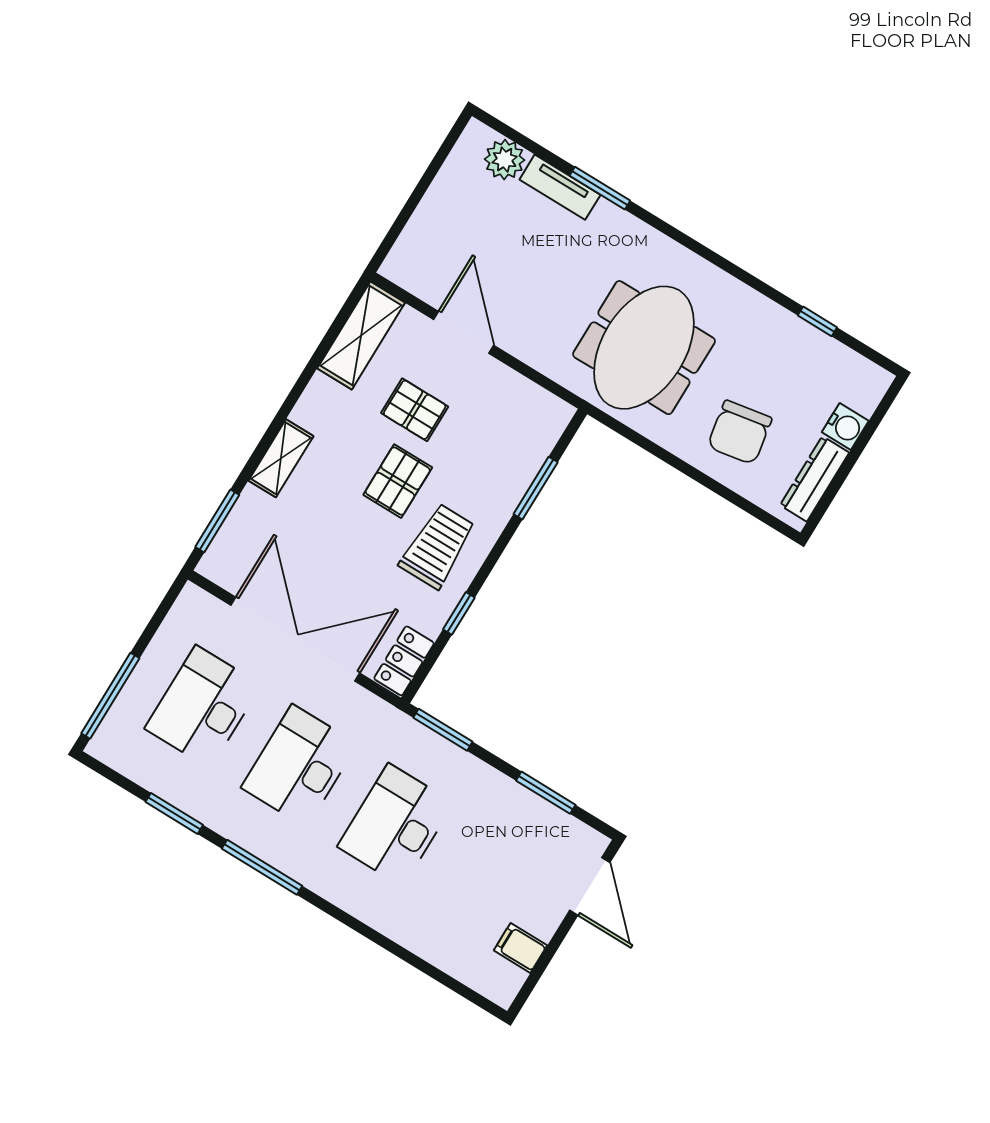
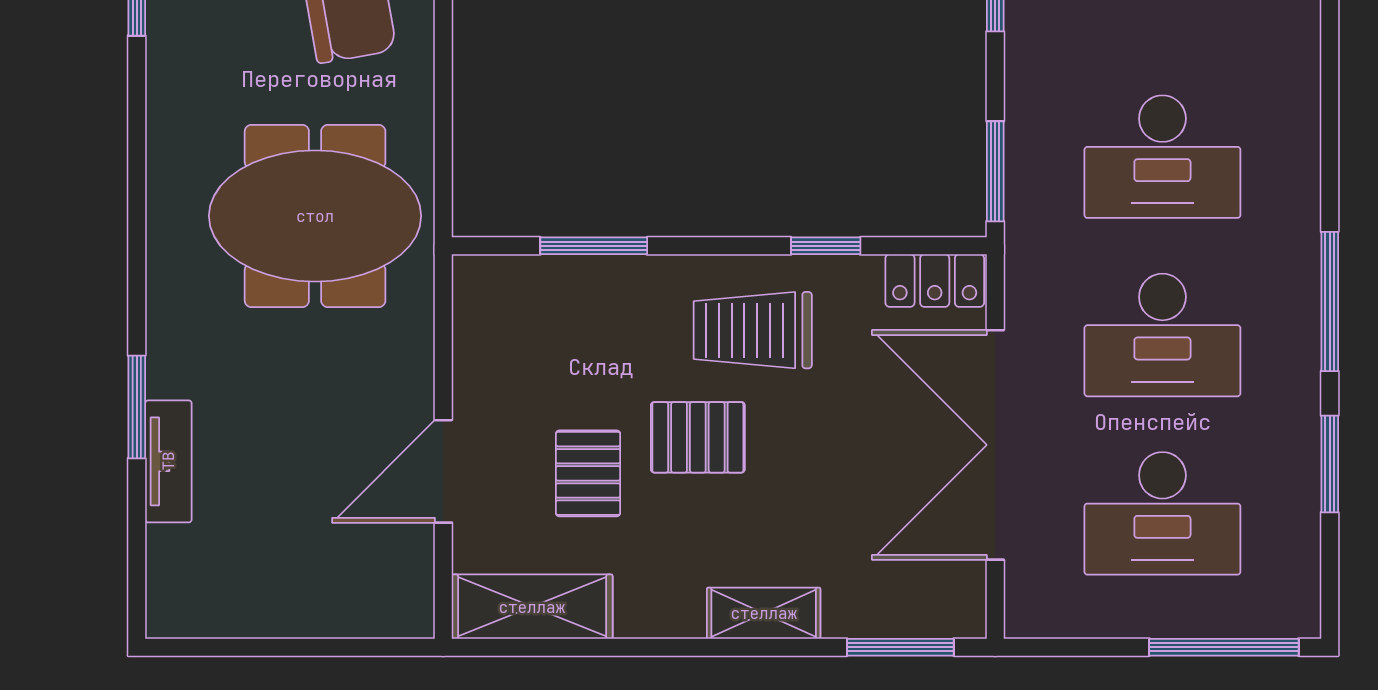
plant: (505, 160) -> (177, 559), removed

